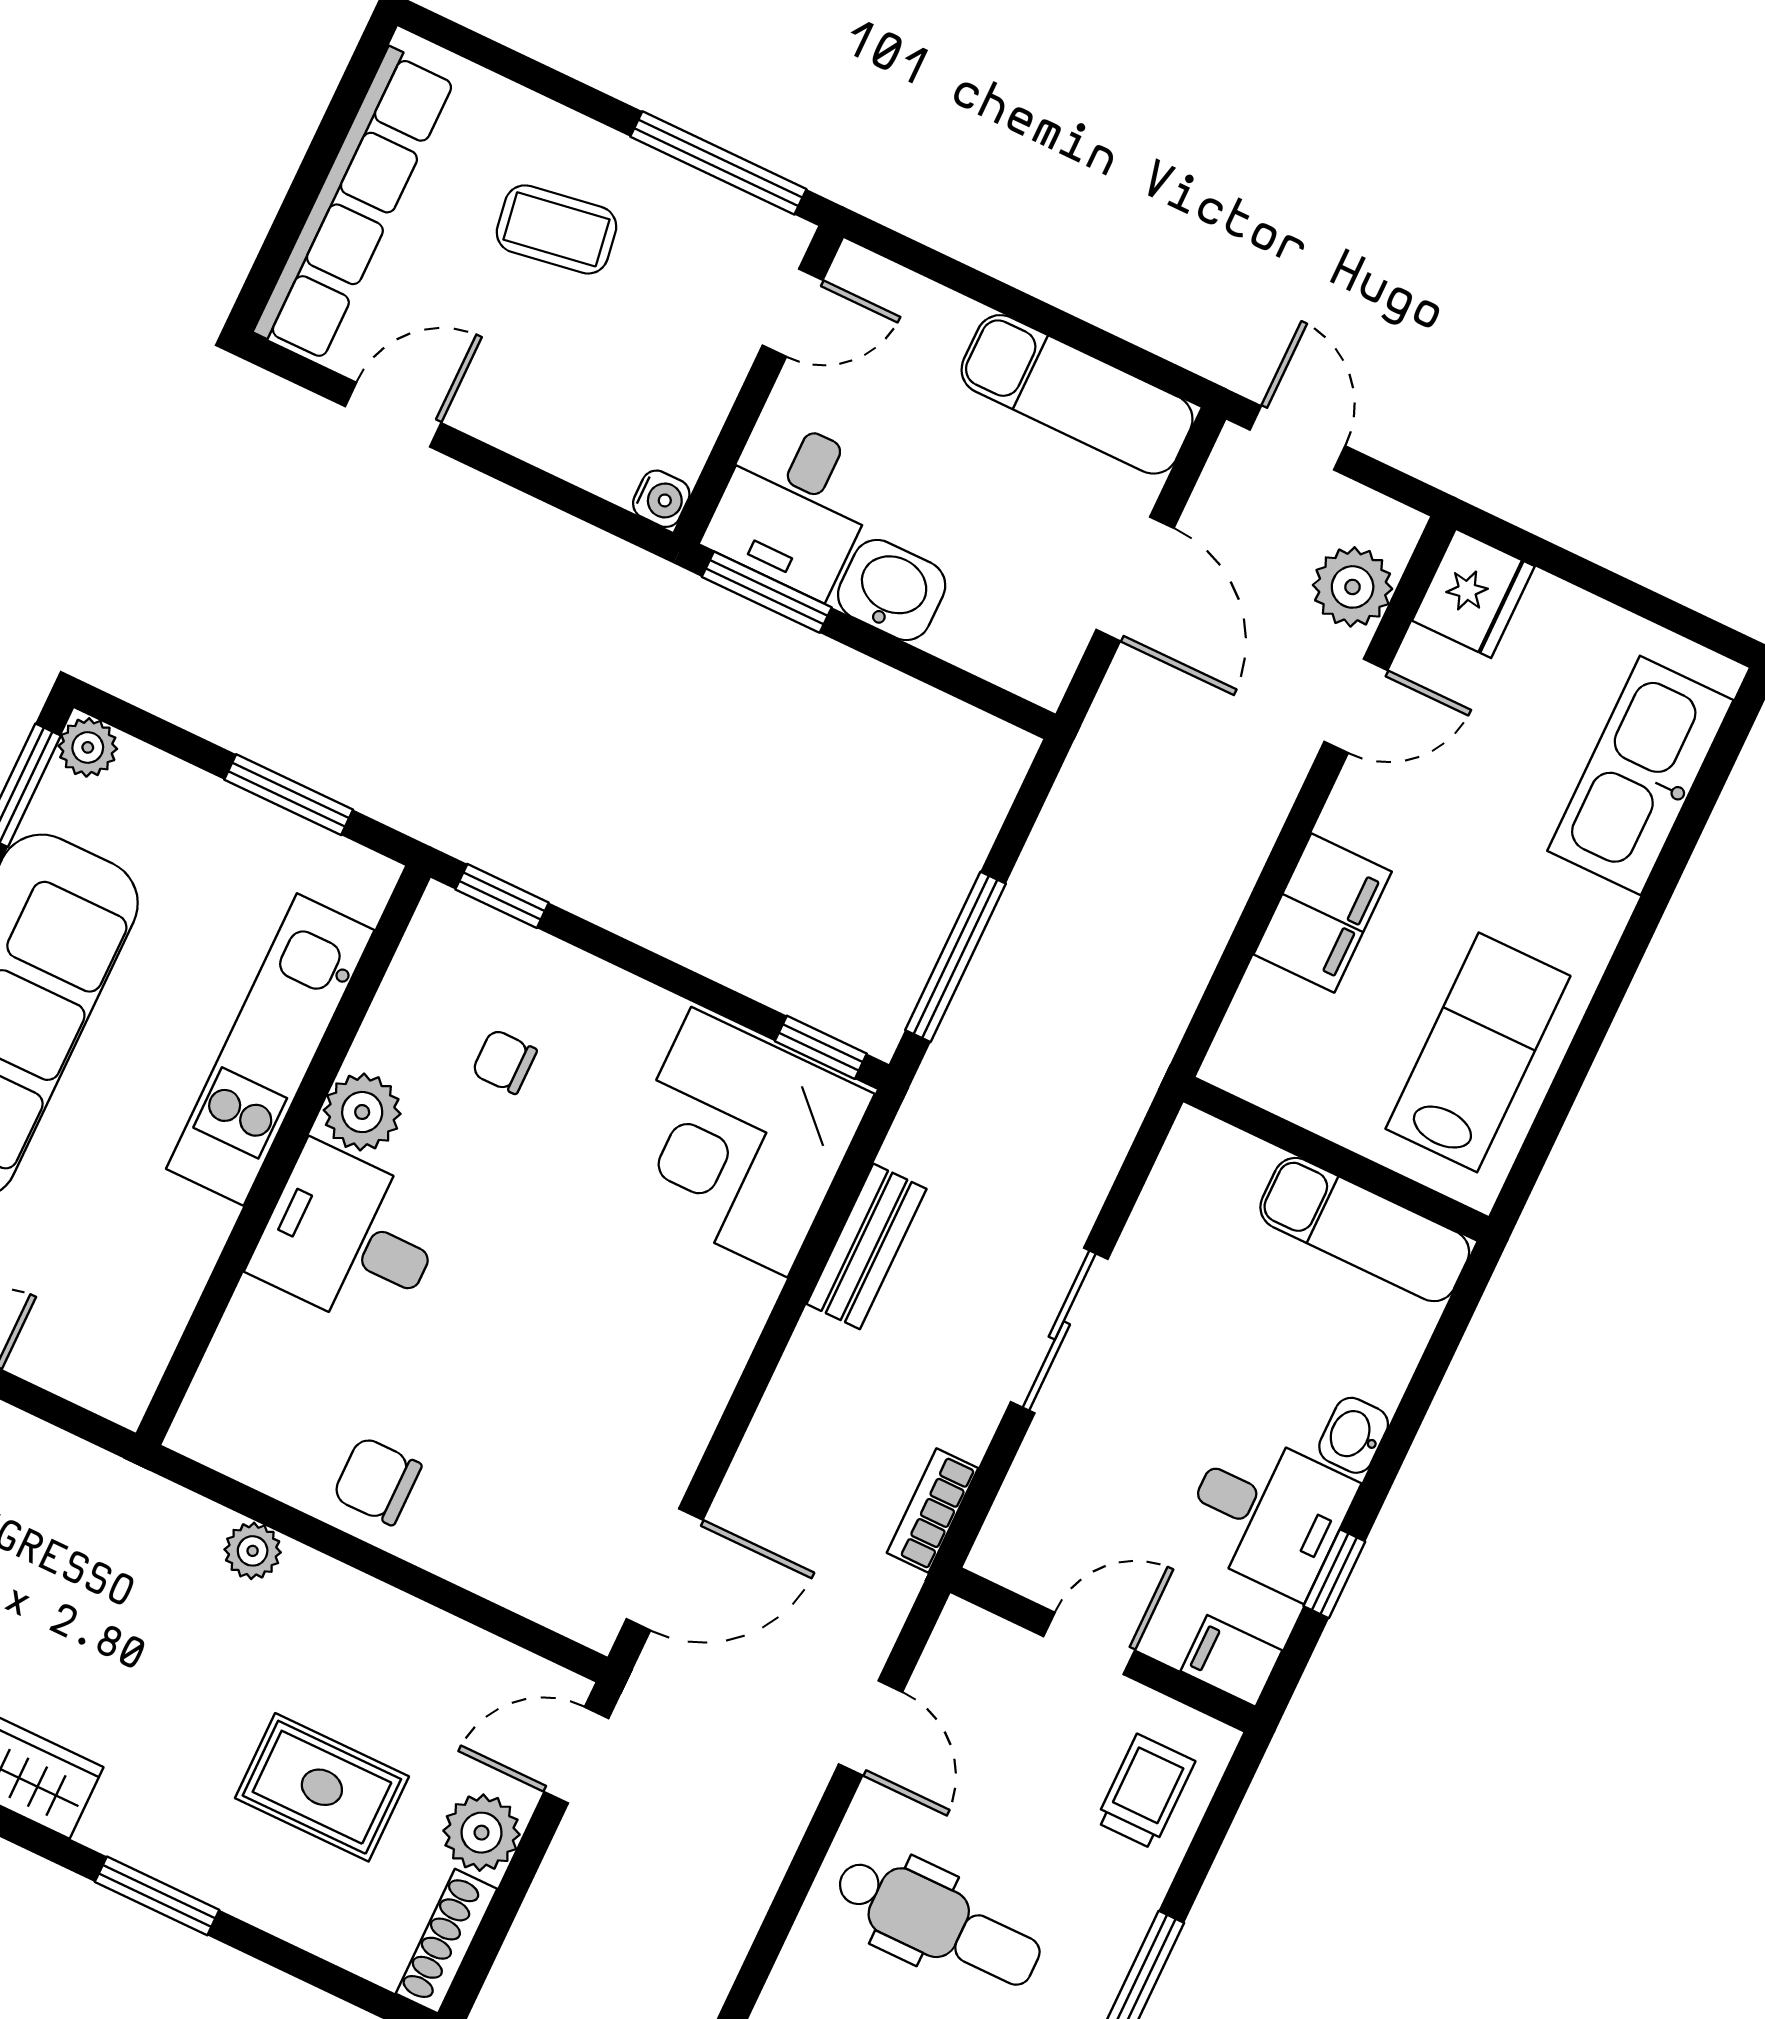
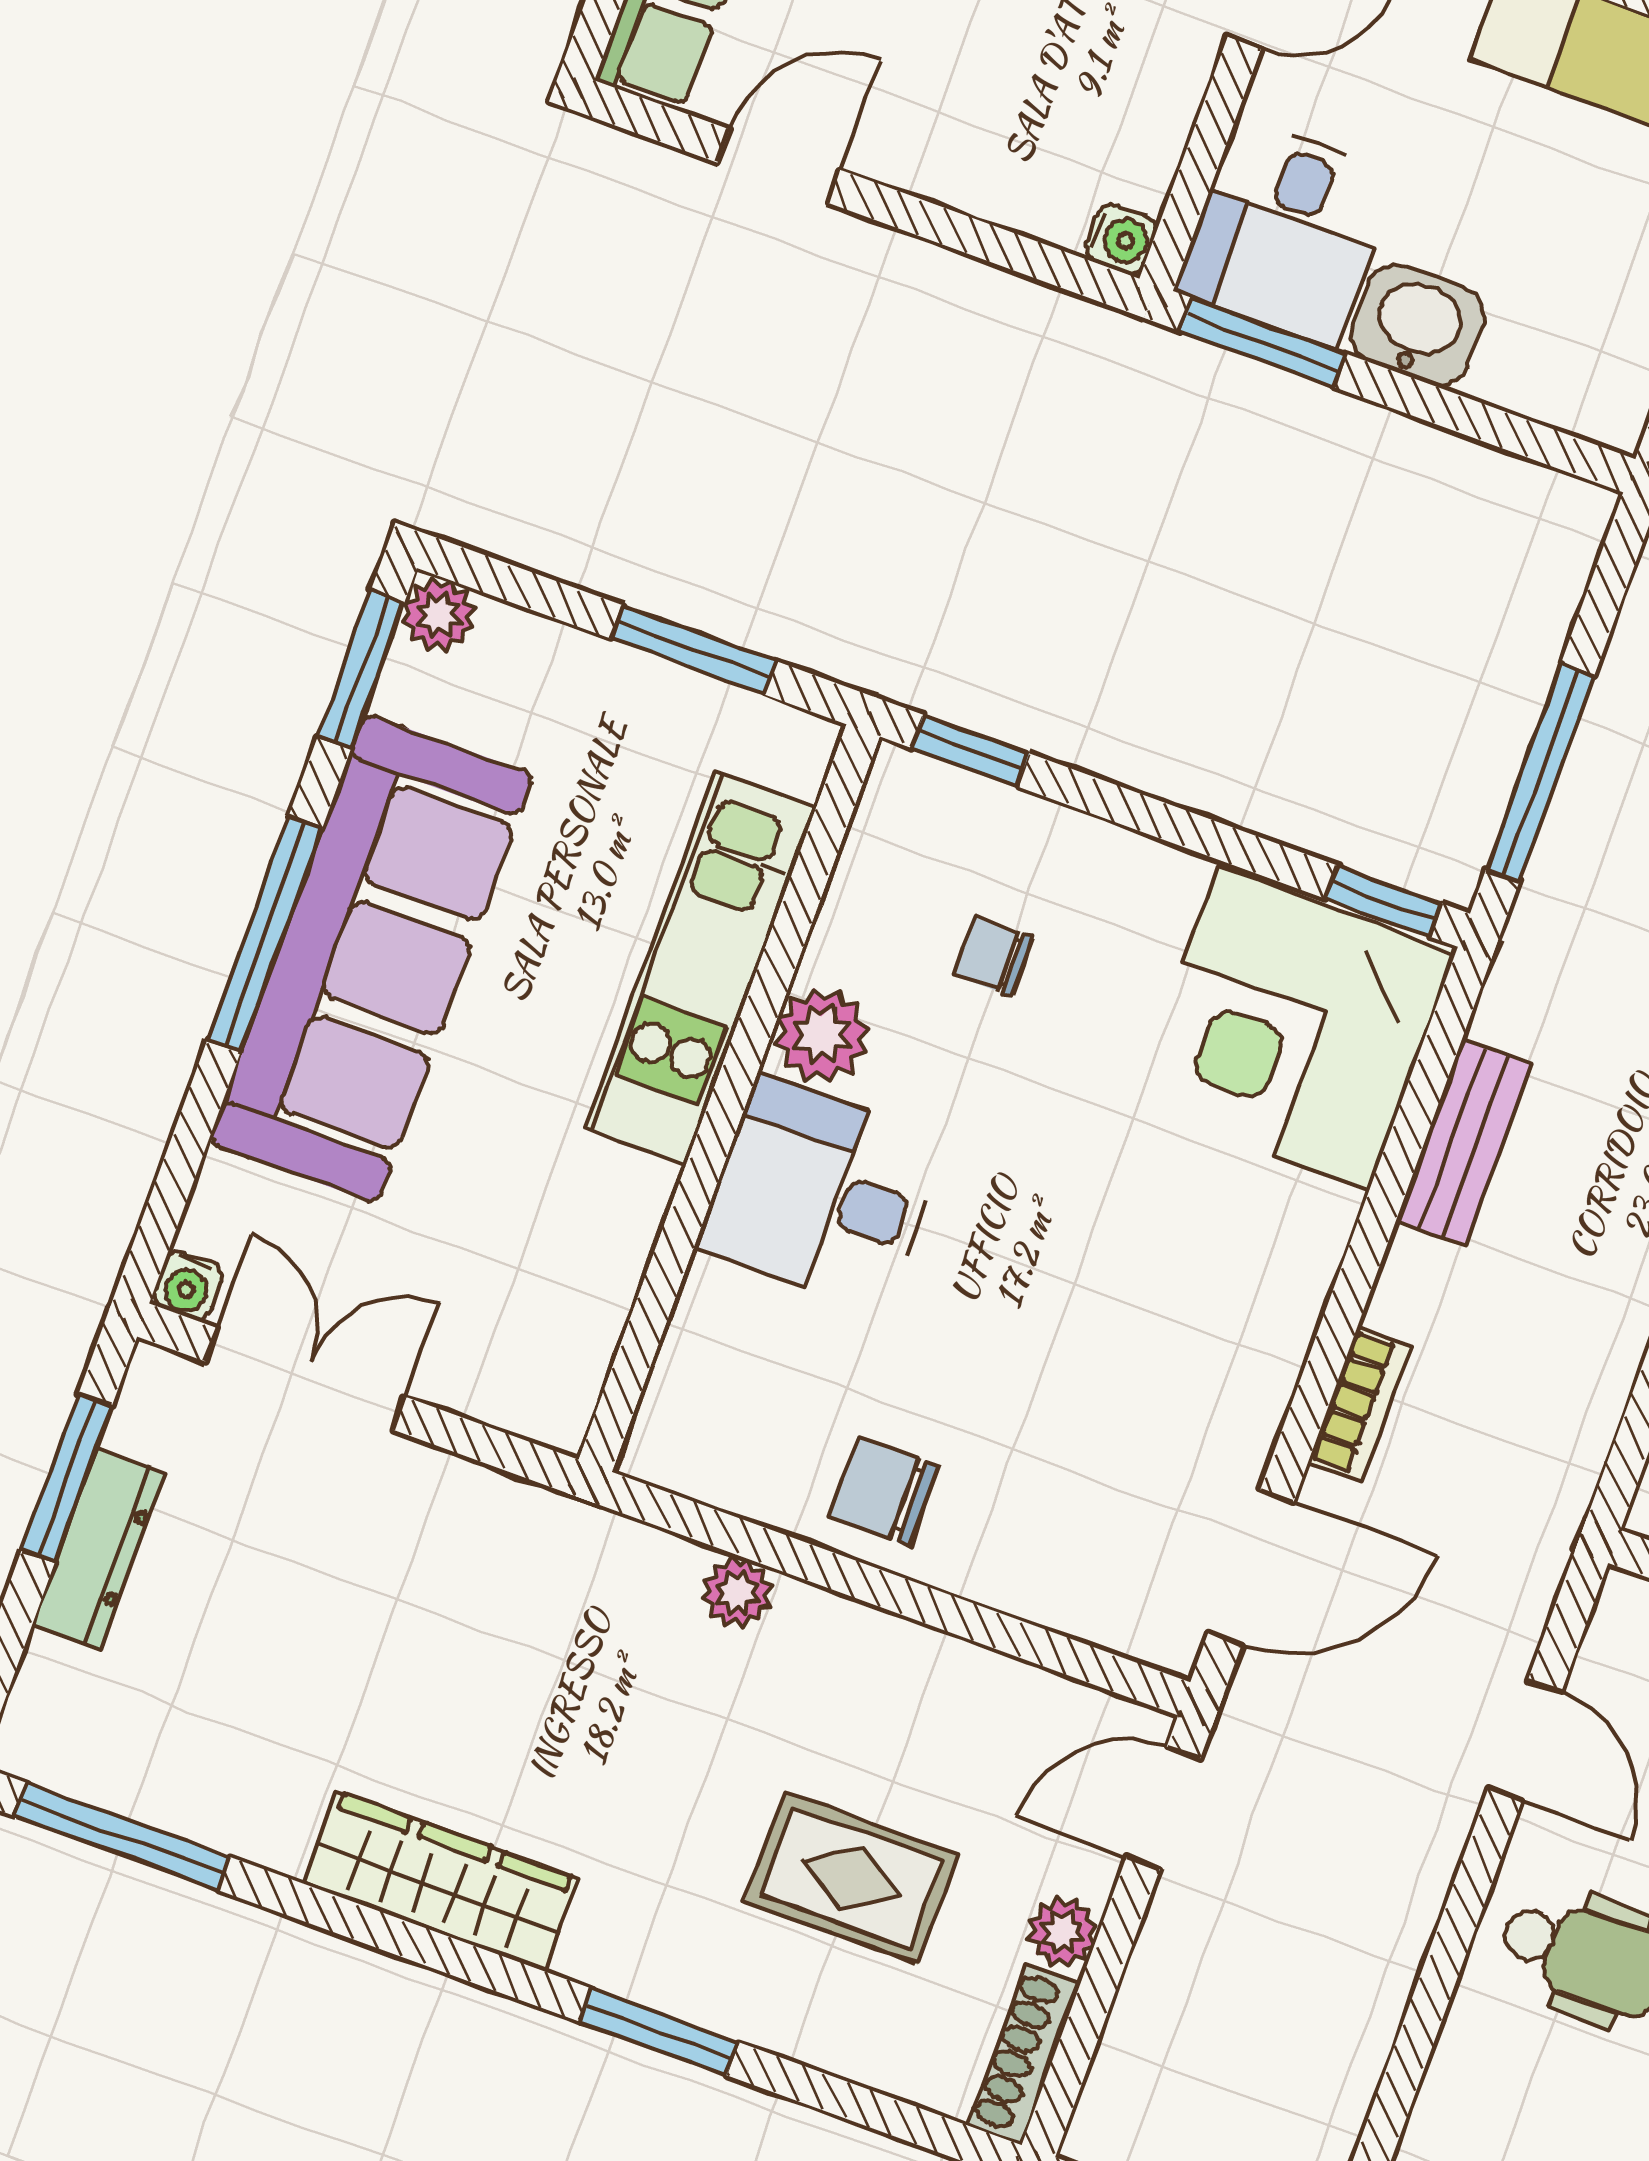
bookcase: (932, 1511) -> (1360, 1404), moved, turned 180
plant: (482, 1833) -> (1062, 1932), width x0.73, depth x0.73

